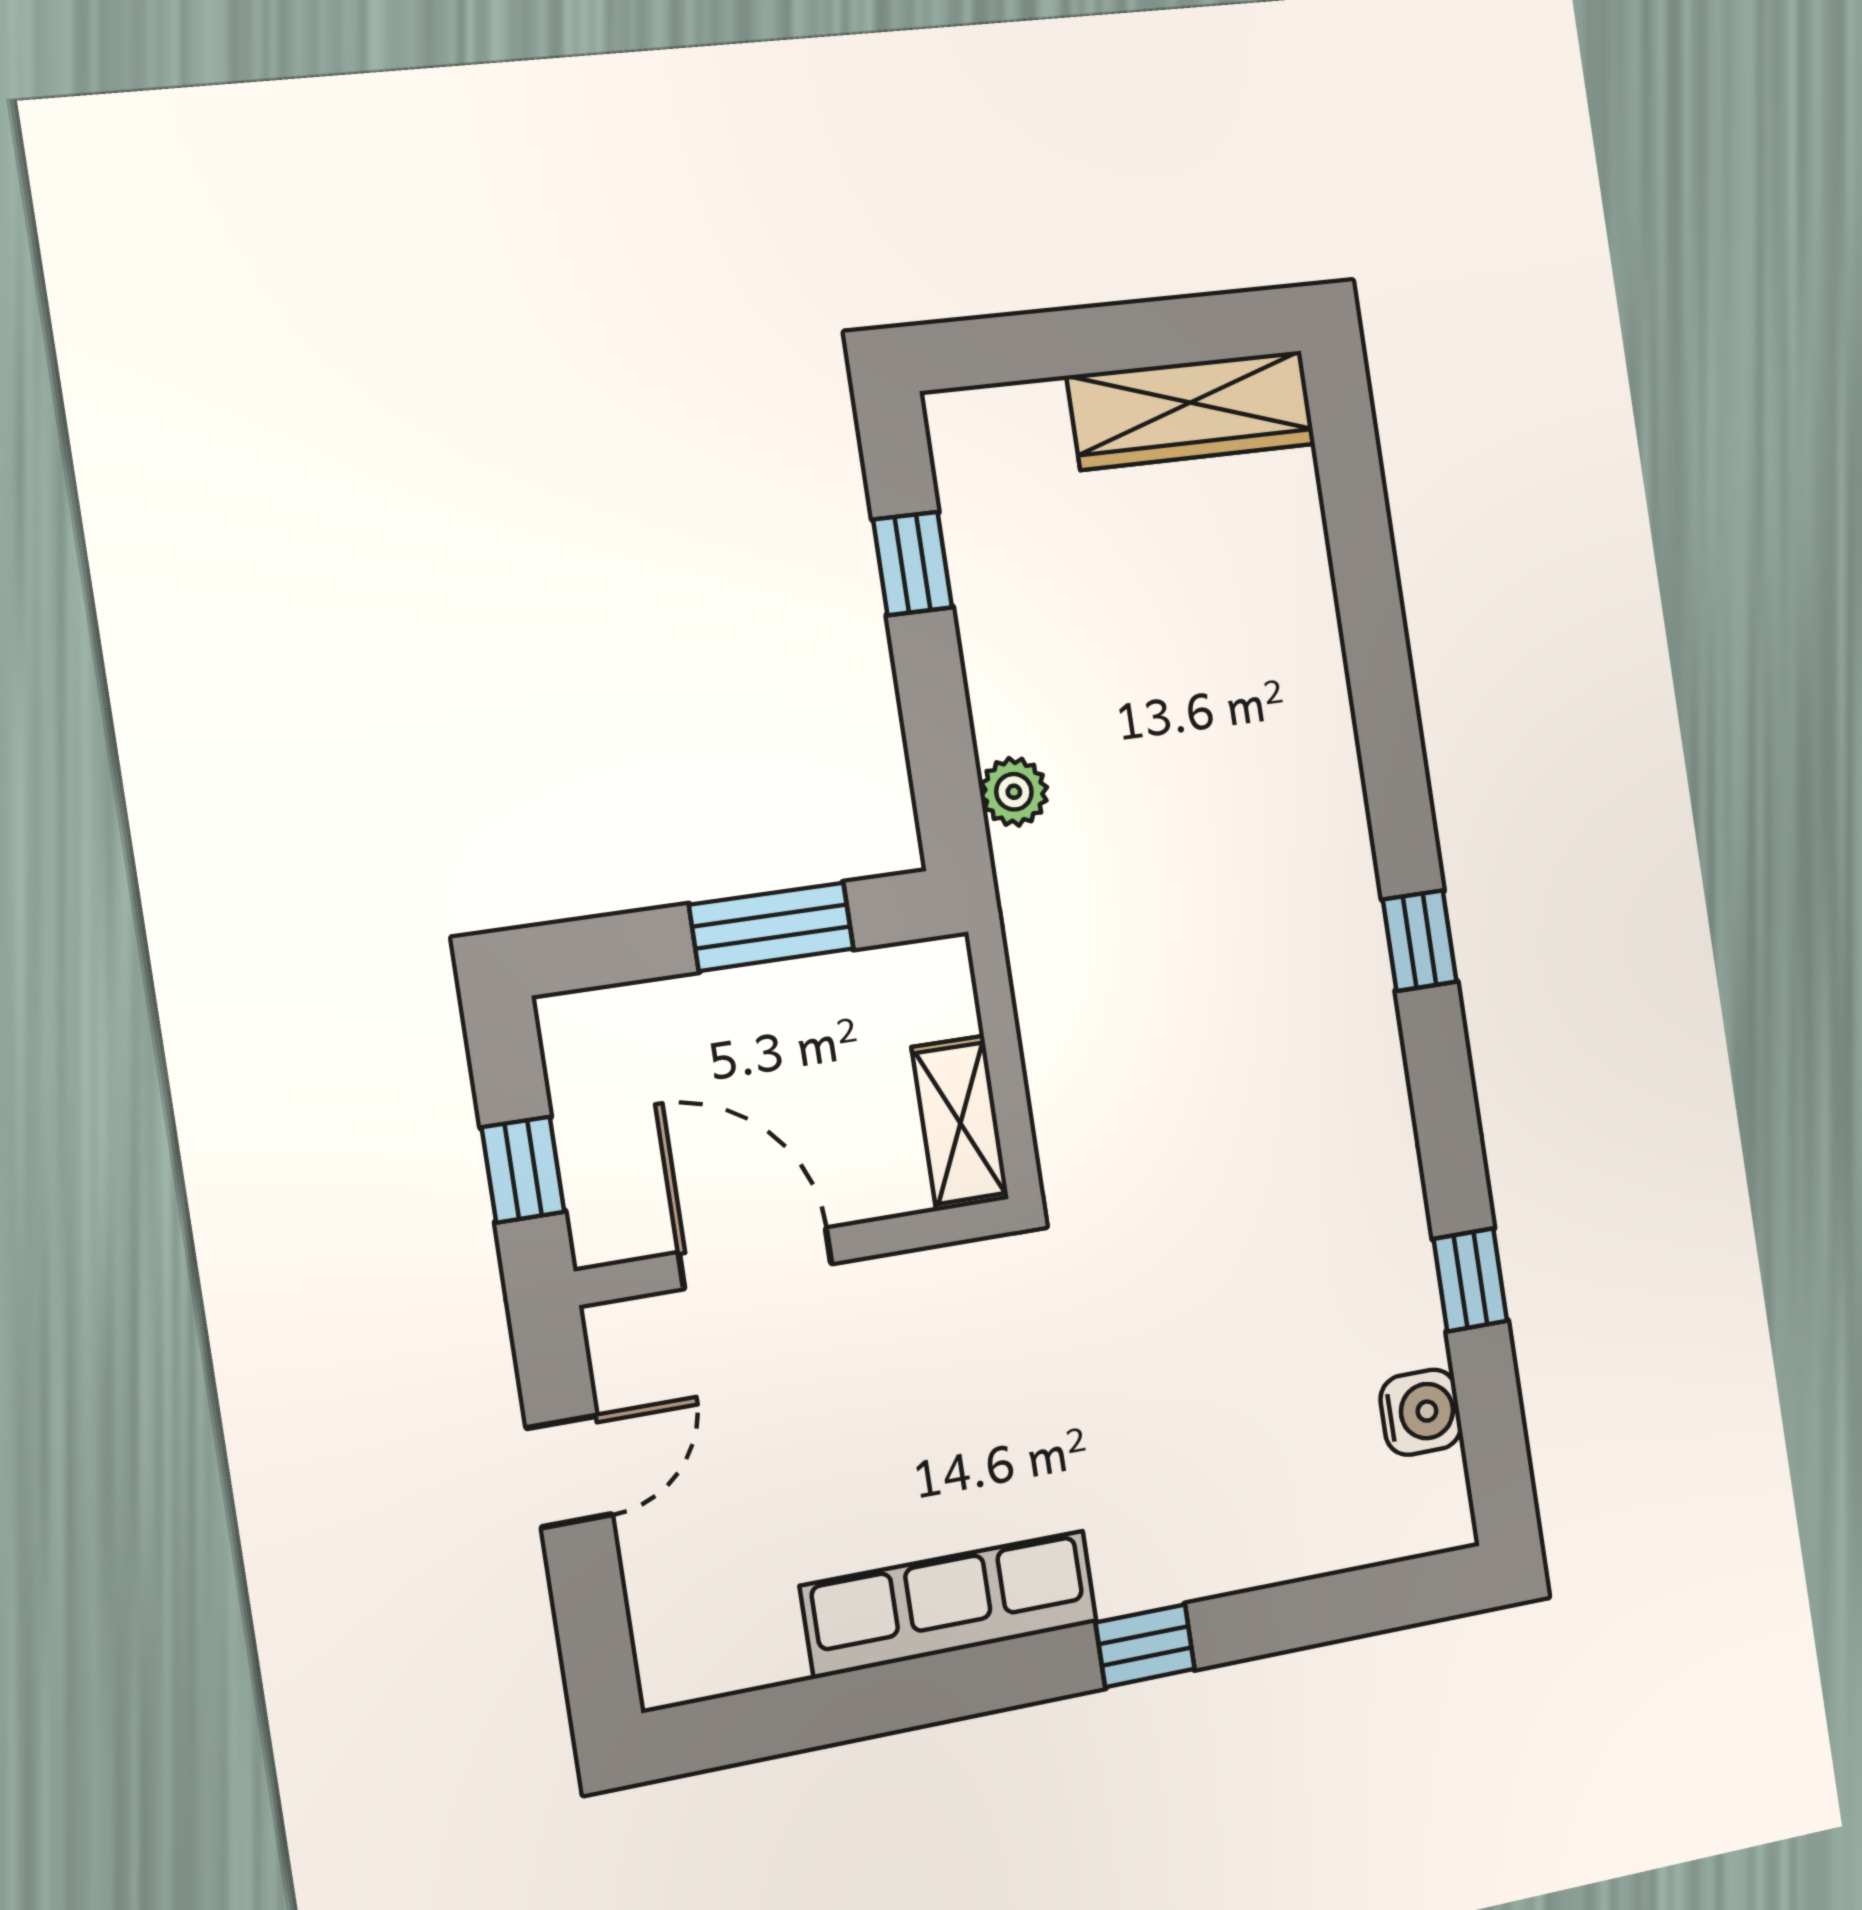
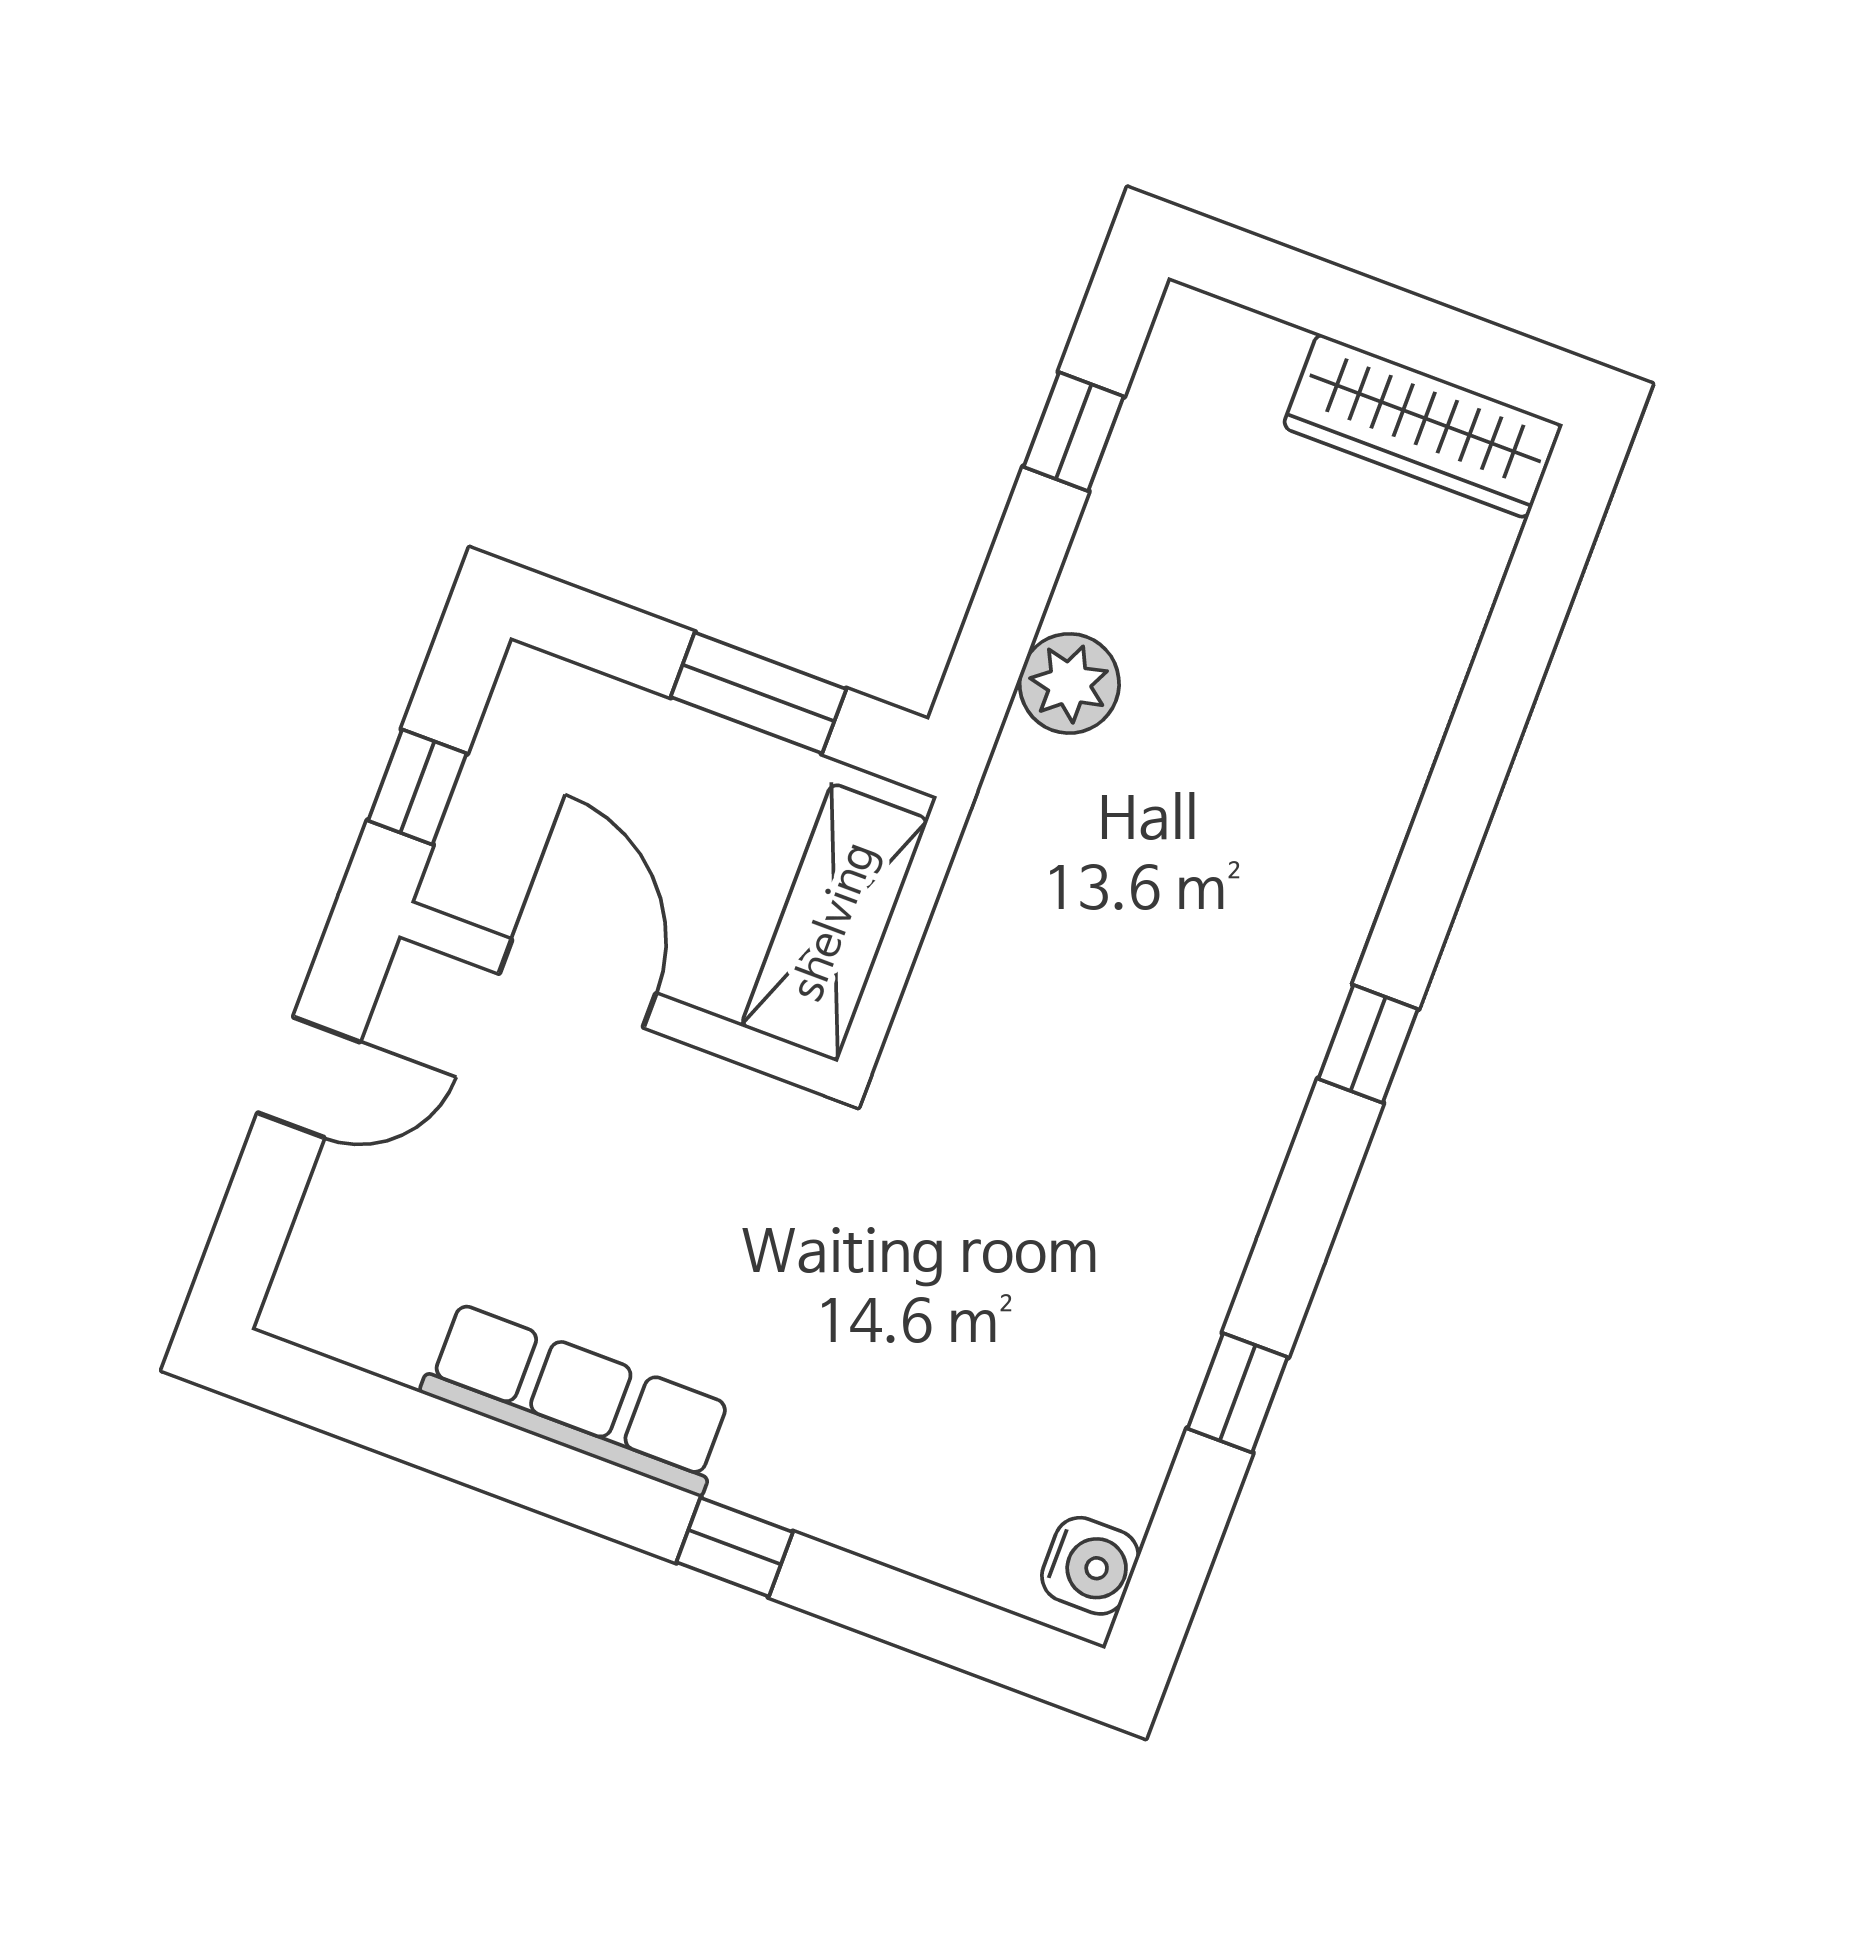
plant: (1014, 792) -> (1069, 683), width x1.38, depth x1.38
shelving: (960, 1123) -> (835, 922), width x1.50, depth x1.33
water cooler: (1421, 1412) -> (1090, 1566), moved

